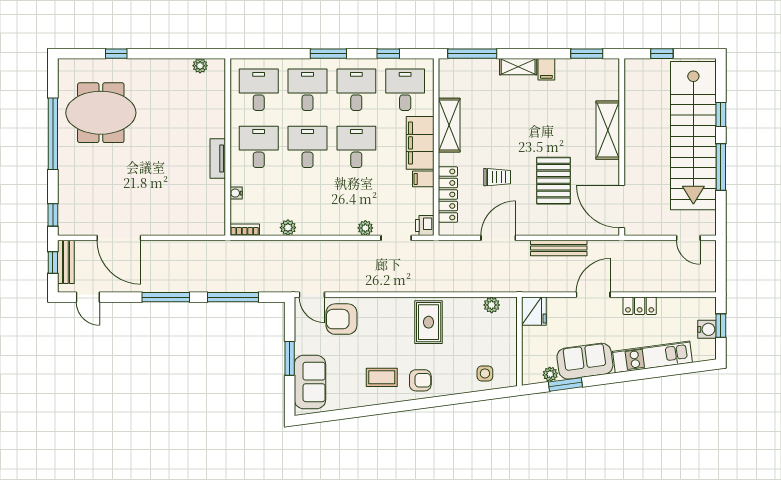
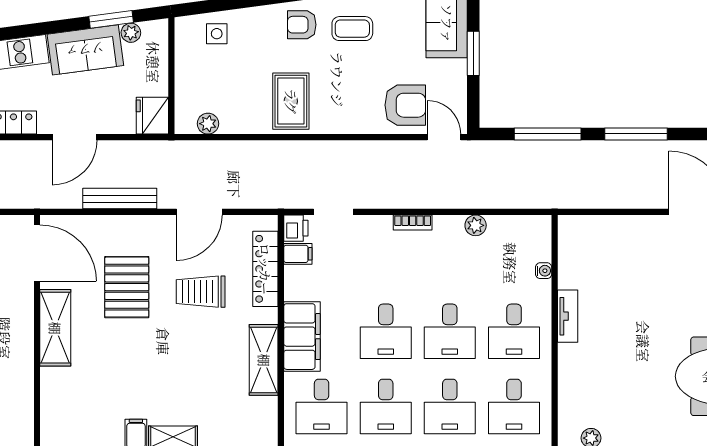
shelving: (608, 130) -> (55, 328), moved
trolley: (497, 177) -> (201, 292), width x1.36, depth x1.39
filing cabinet: (423, 179) -> (298, 254), moved
plant: (365, 228) -> (374, 225), removed
bookcase: (245, 230) -> (413, 223), moved

